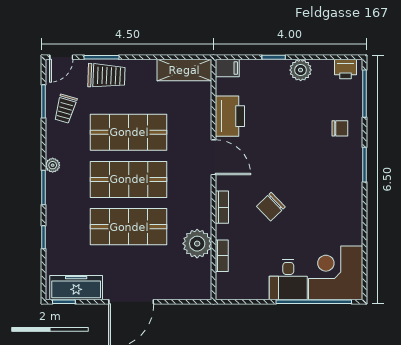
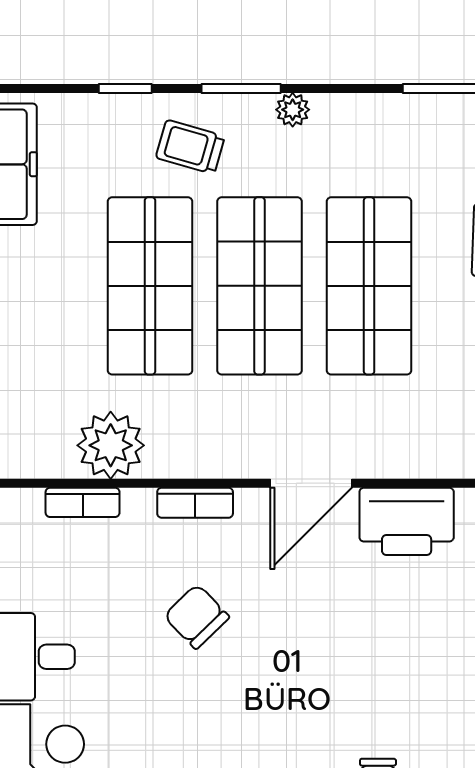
trolley: (65, 109) -> (190, 147), moved

